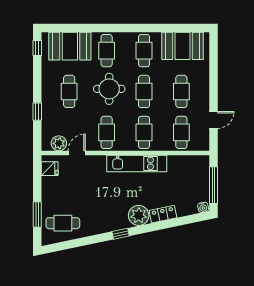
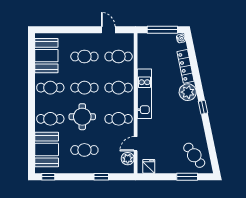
door: (77, 153) -> (136, 144), hinge flipped
locker: (163, 214) -> (185, 66), width x1.53
cafe table: (63, 223) -> (194, 155), turned -37

